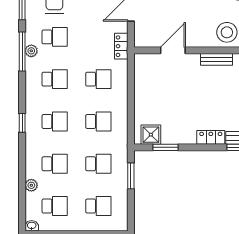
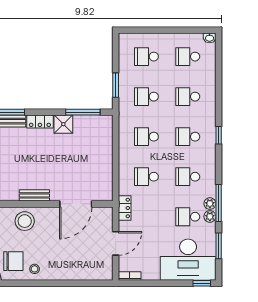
door: (173, 50) -> (76, 204), width x1.36
shower: (151, 135) -> (63, 124), moved
window: (165, 147) -> (83, 112), width x1.44
plant: (31, 185) -> (210, 216), moved

